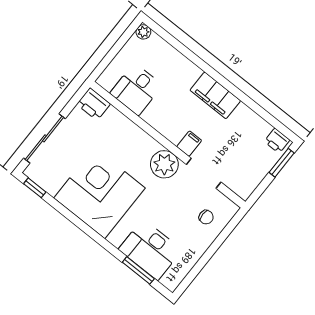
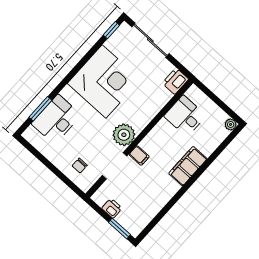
filing cabinet: (215, 95) -> (188, 166), moved
printer: (277, 141) -> (112, 208), moved, turned 90

